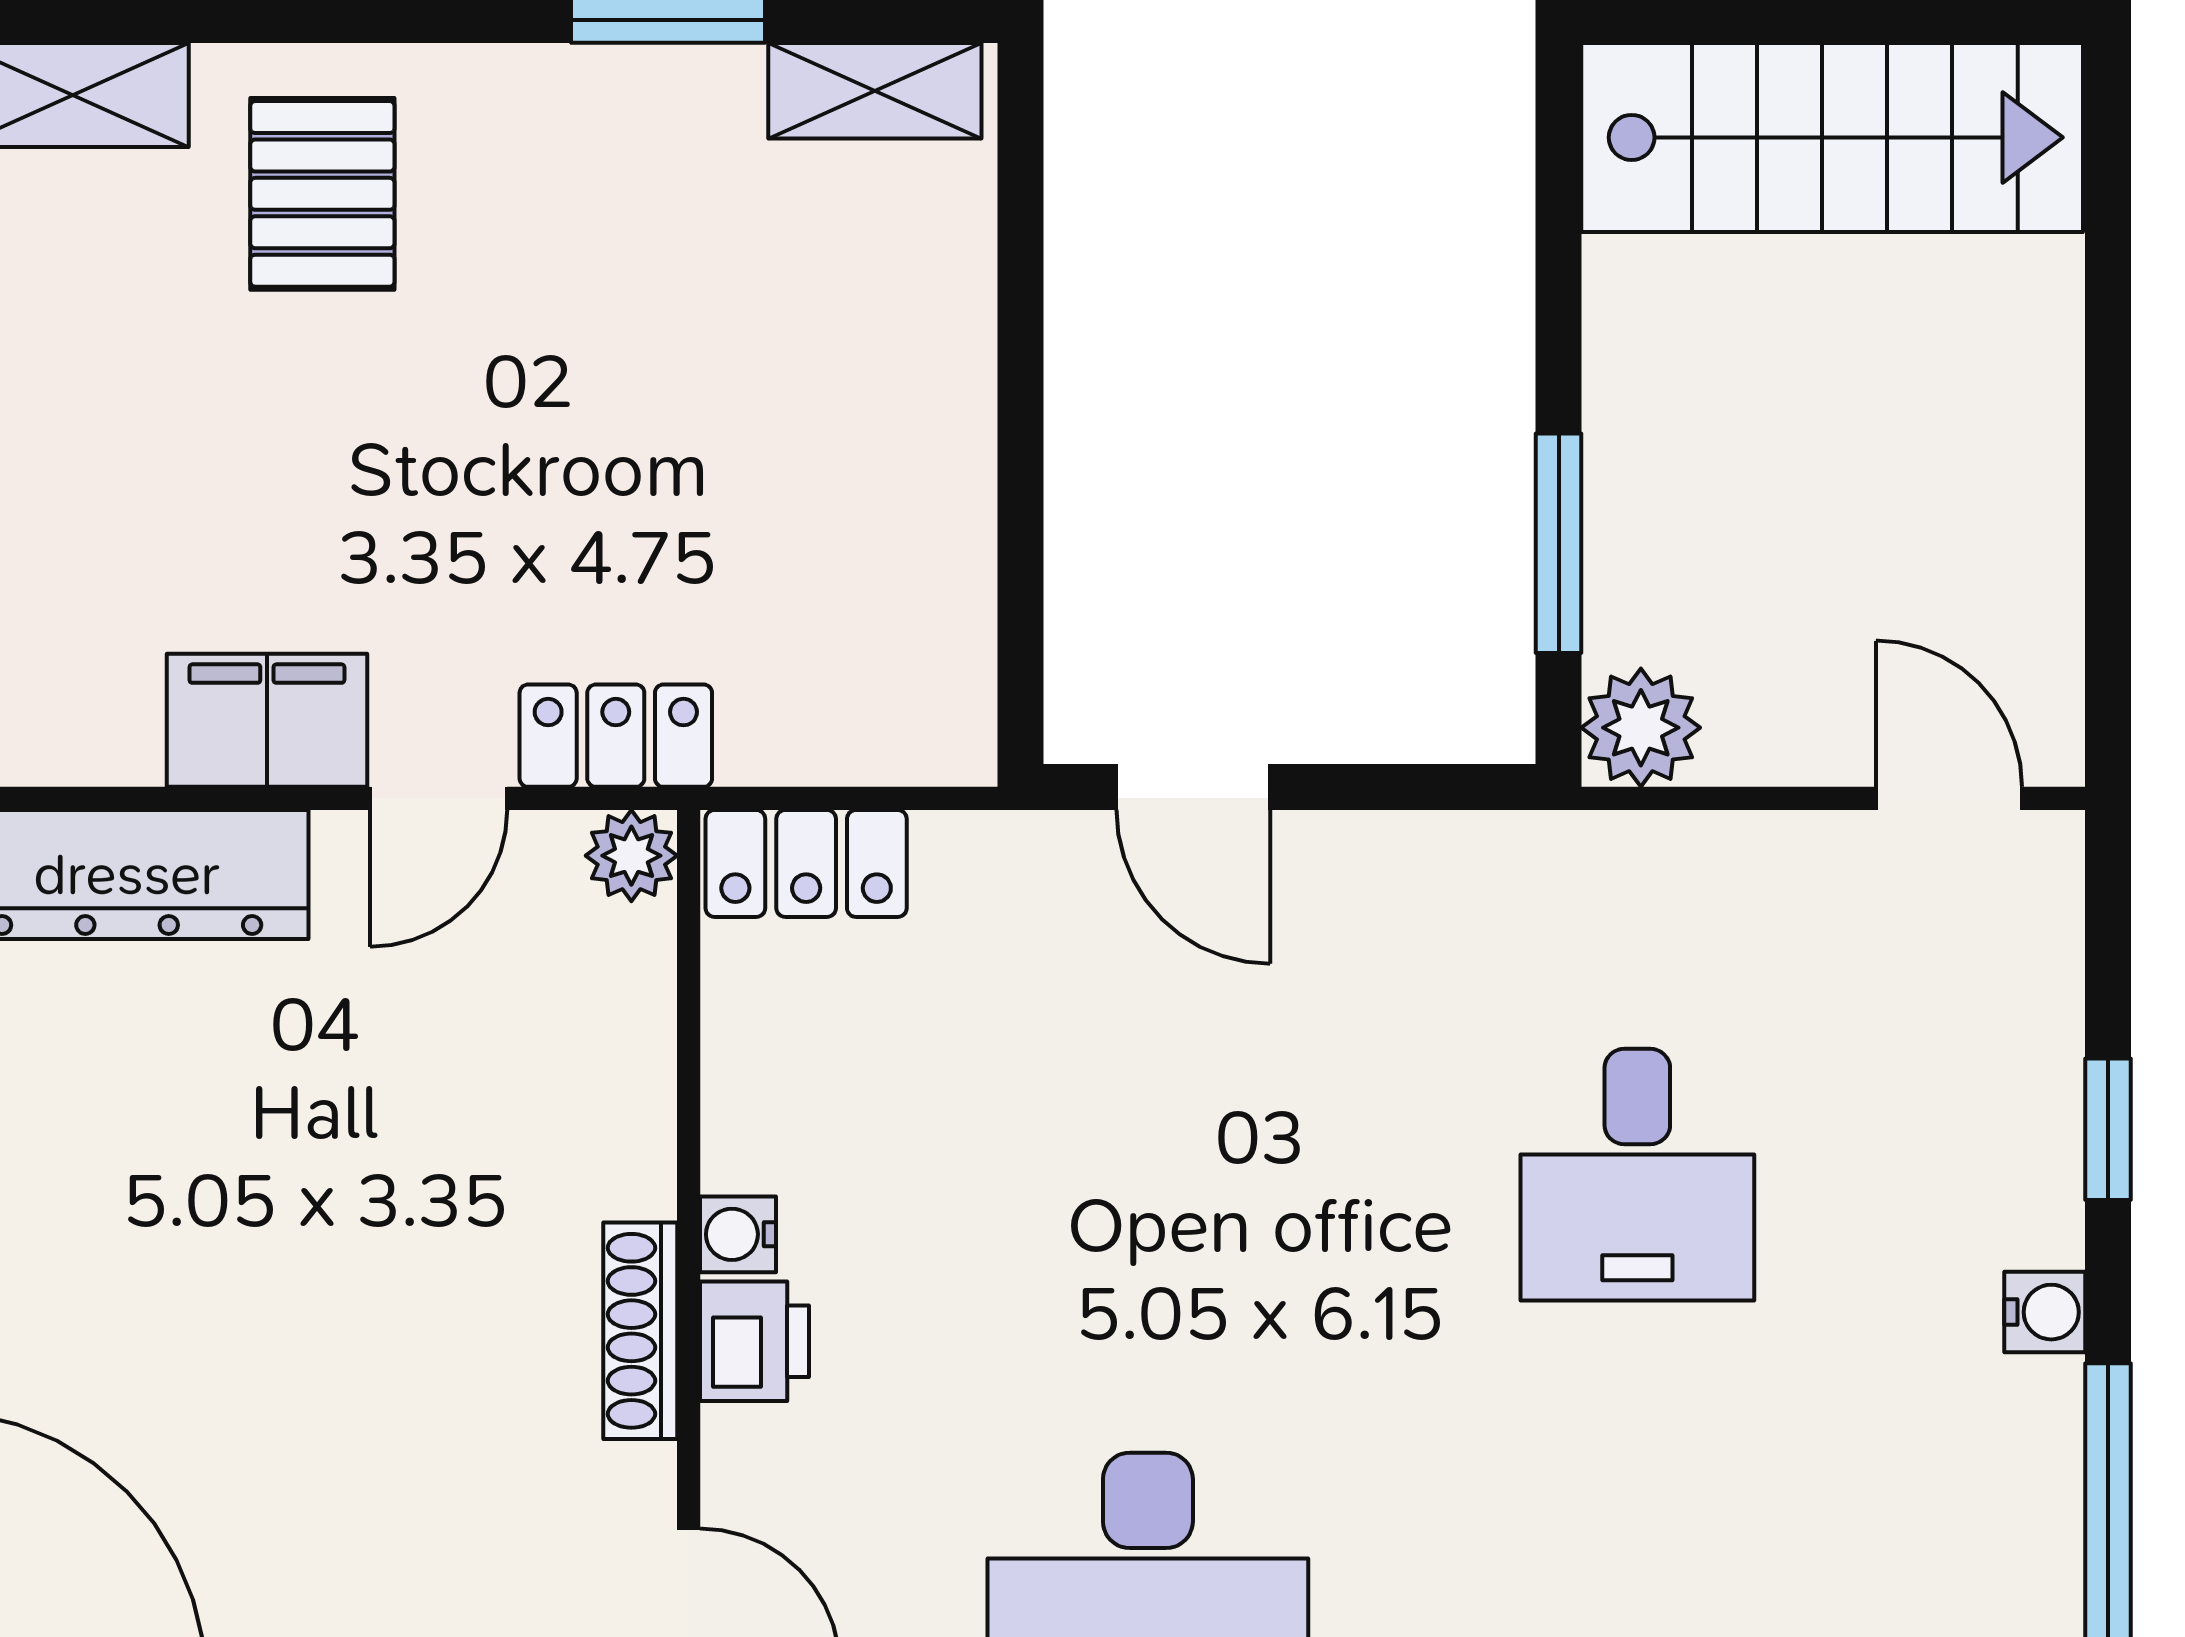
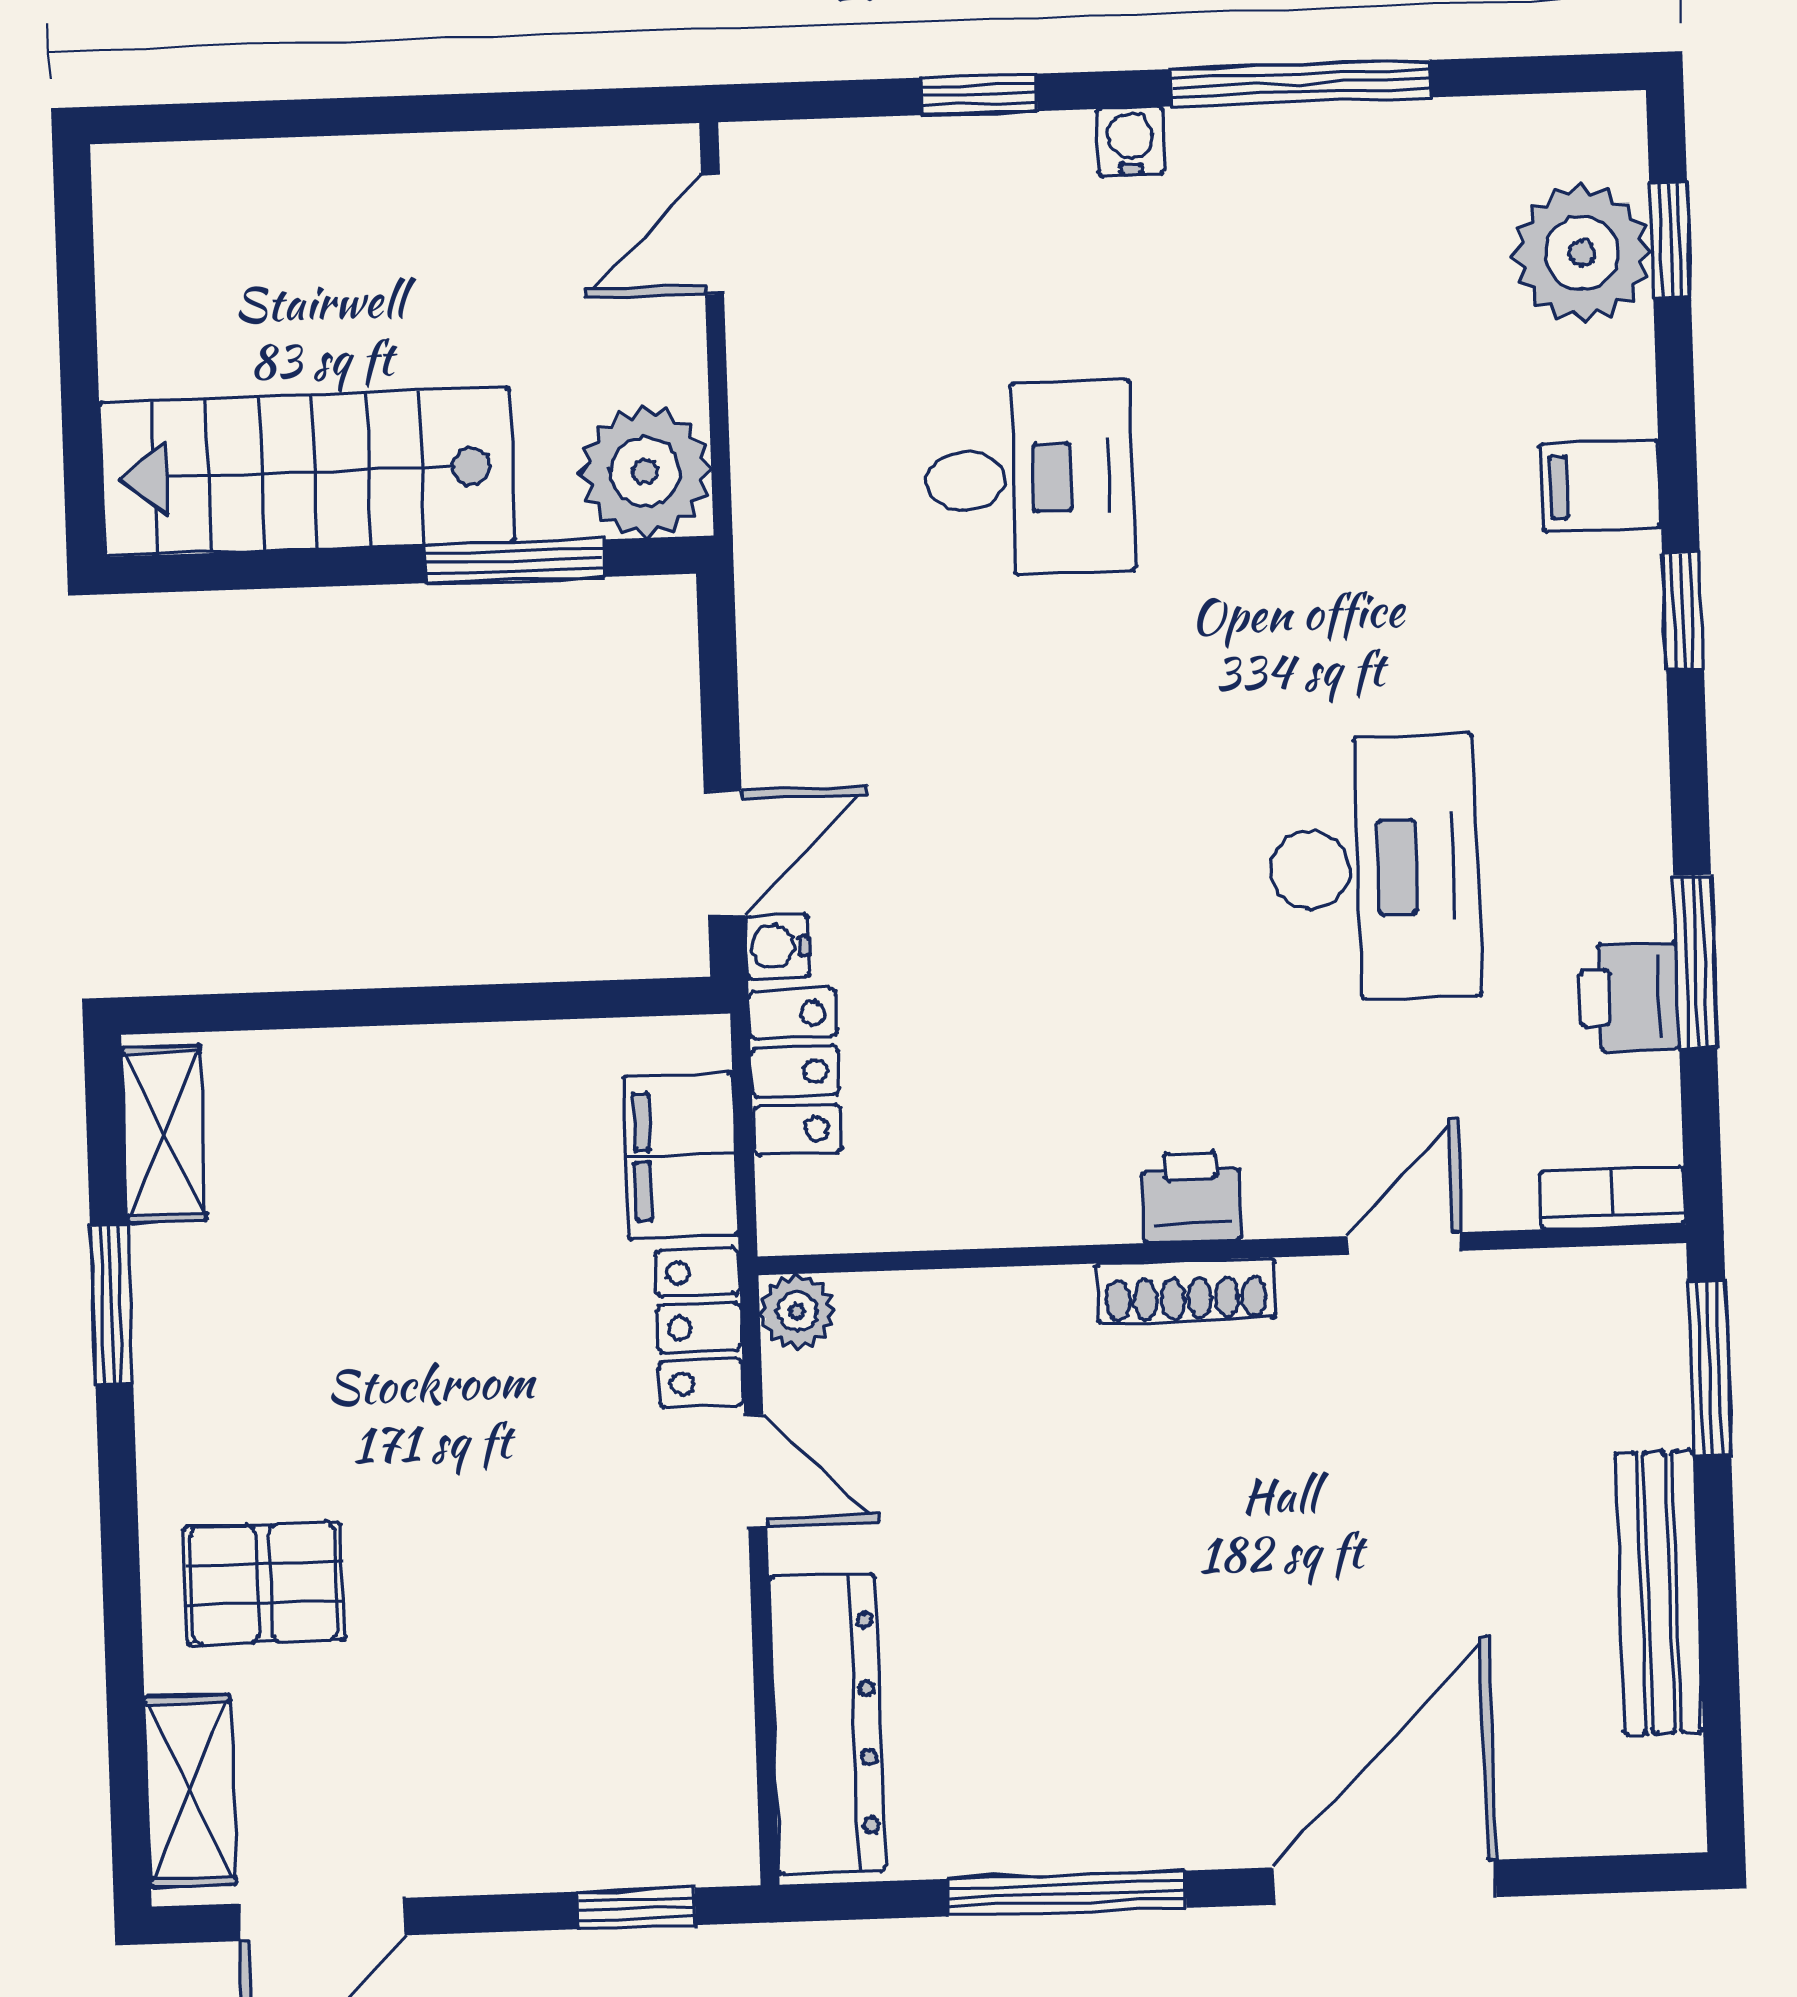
stairs: (1832, 137) -> (307, 472), moved, turned -90
filing cabinet: (267, 720) -> (681, 1156), moved
plant: (1641, 728) -> (645, 472), width x1.36, depth x1.36
locker: (806, 863) -> (795, 1072), moved
water cooler: (738, 1234) -> (778, 947), moved, turned 90

